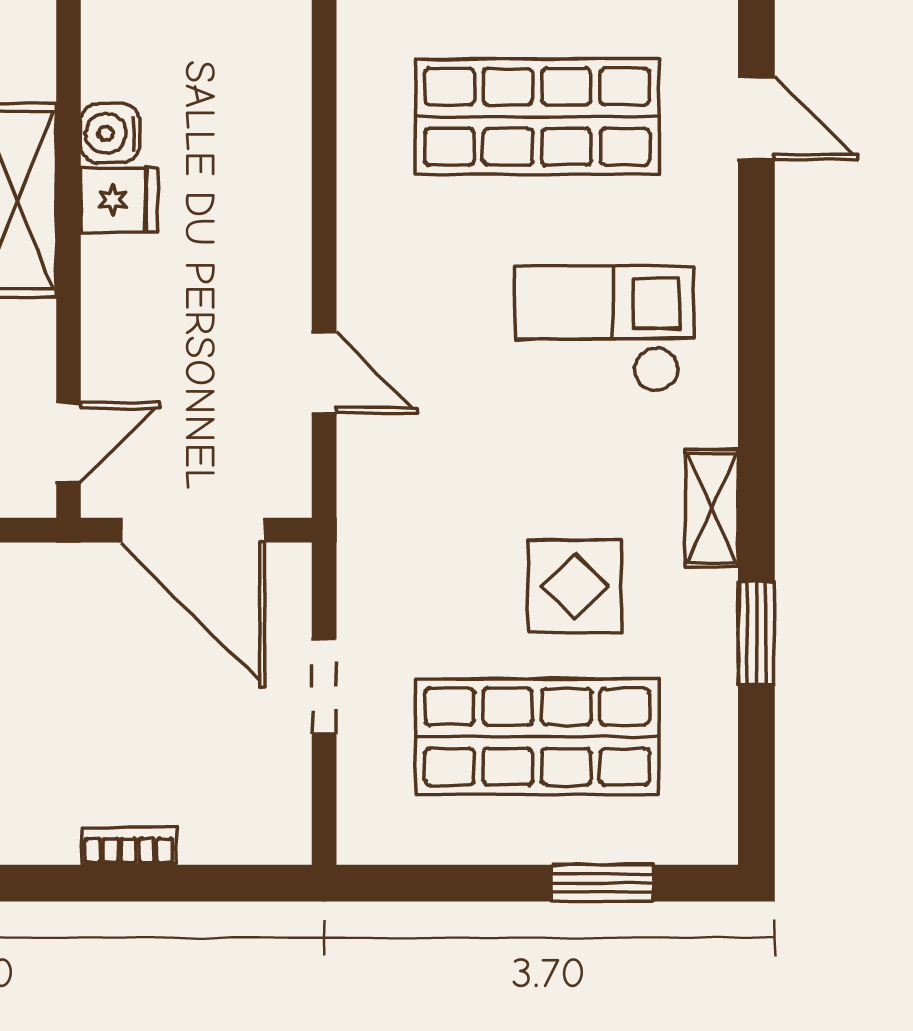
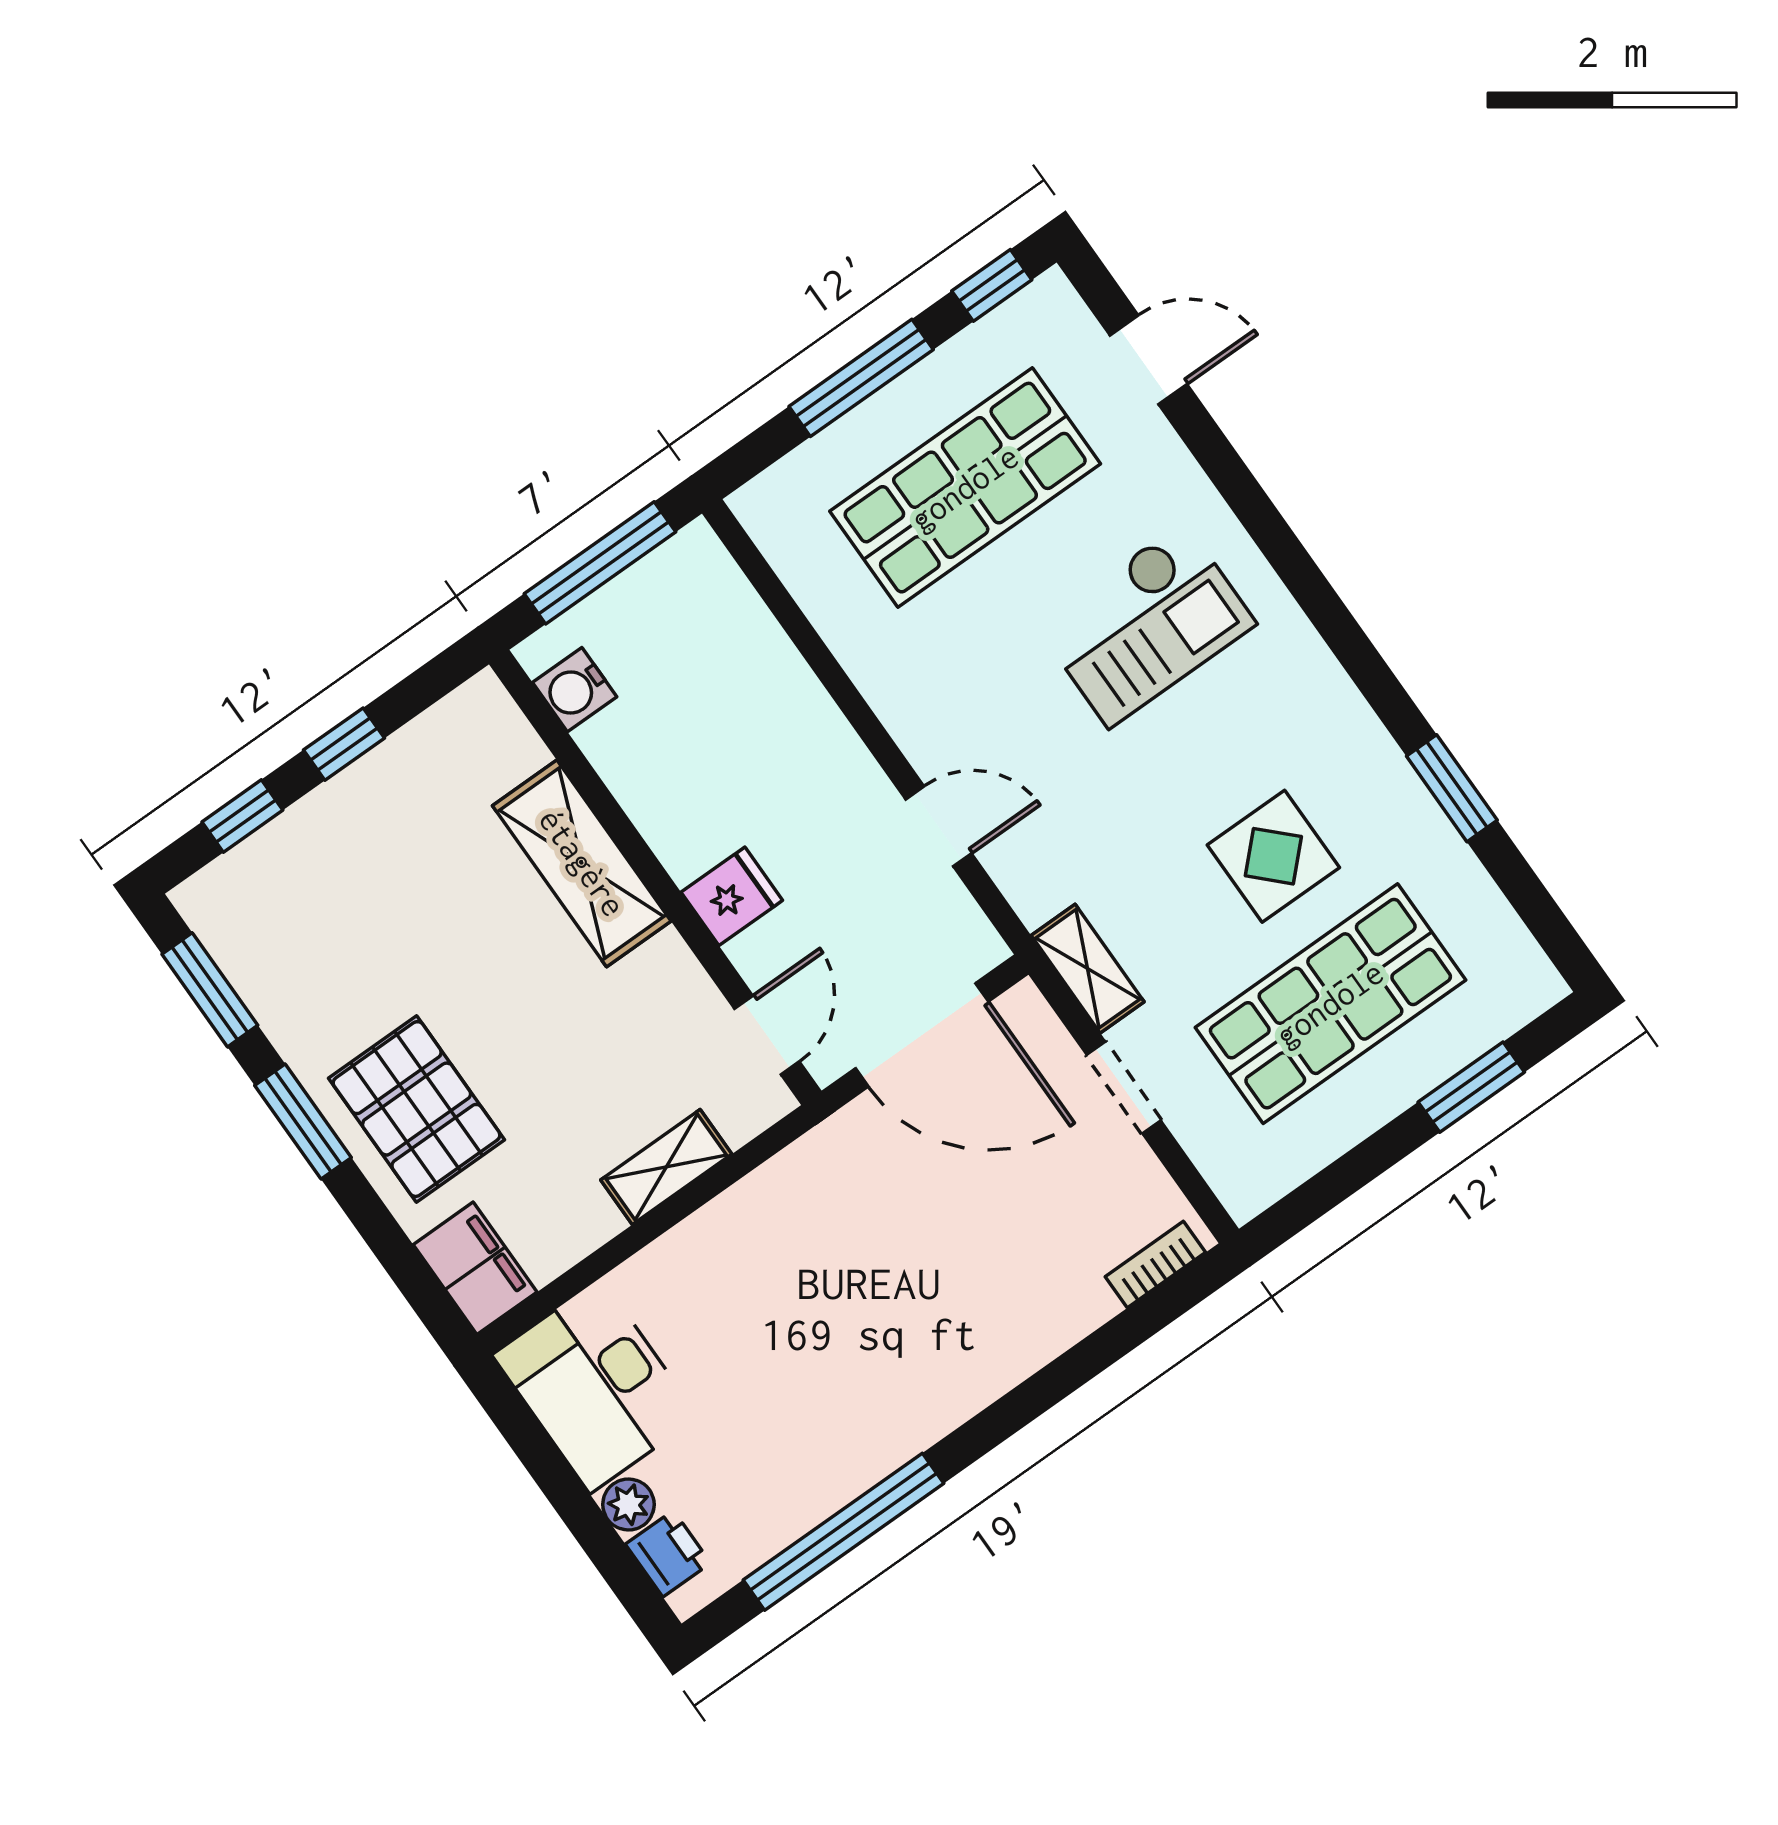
water cooler: (110, 133) -> (575, 690), moved
fridge: (119, 200) -> (732, 896), moved
checkout: (604, 329) -> (1146, 625), turned 180
shelving: (712, 508) -> (1088, 969), moved
bookcase: (129, 846) -> (1155, 1264), moved

